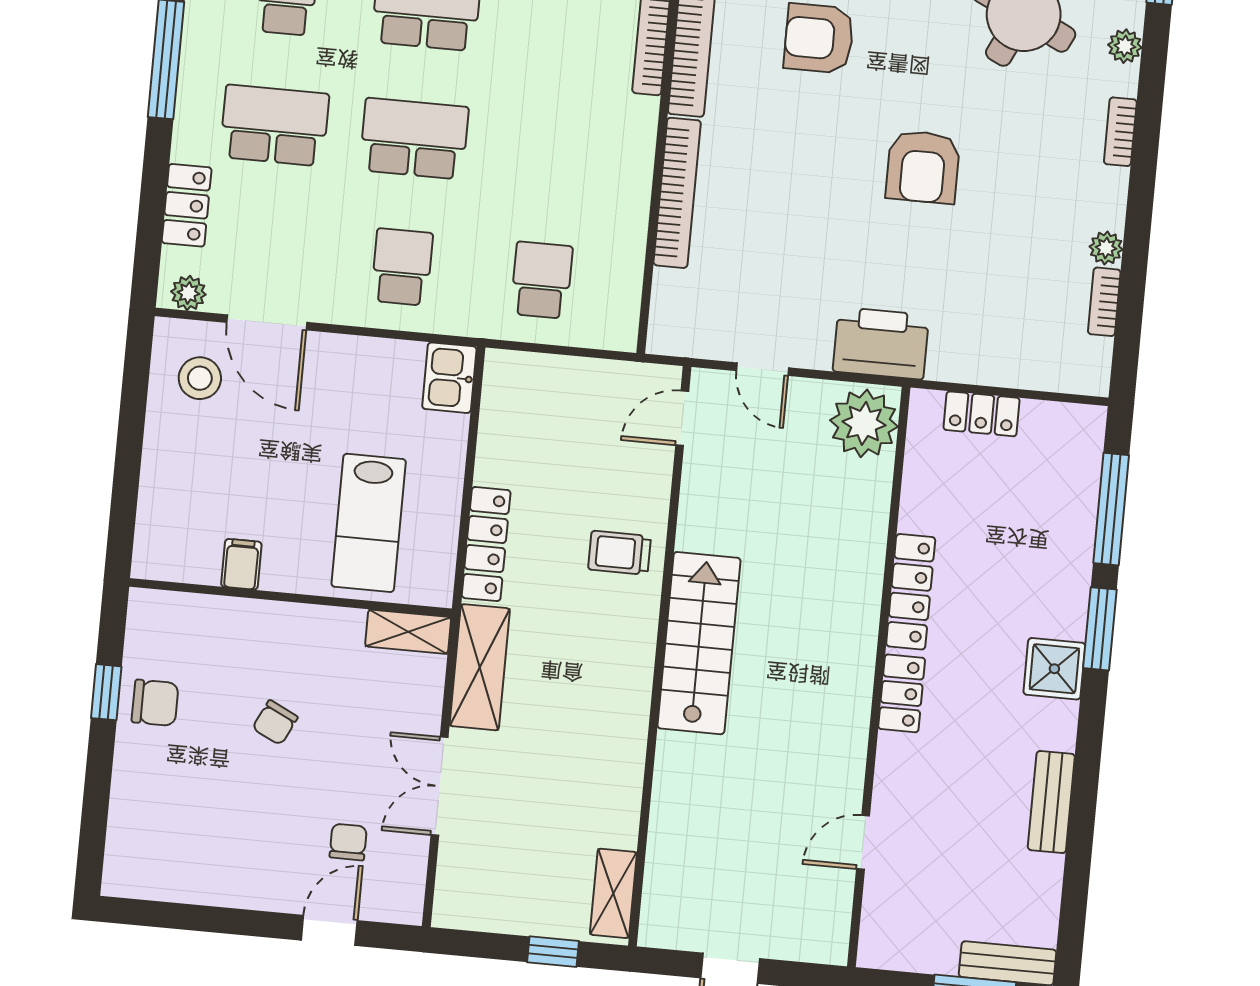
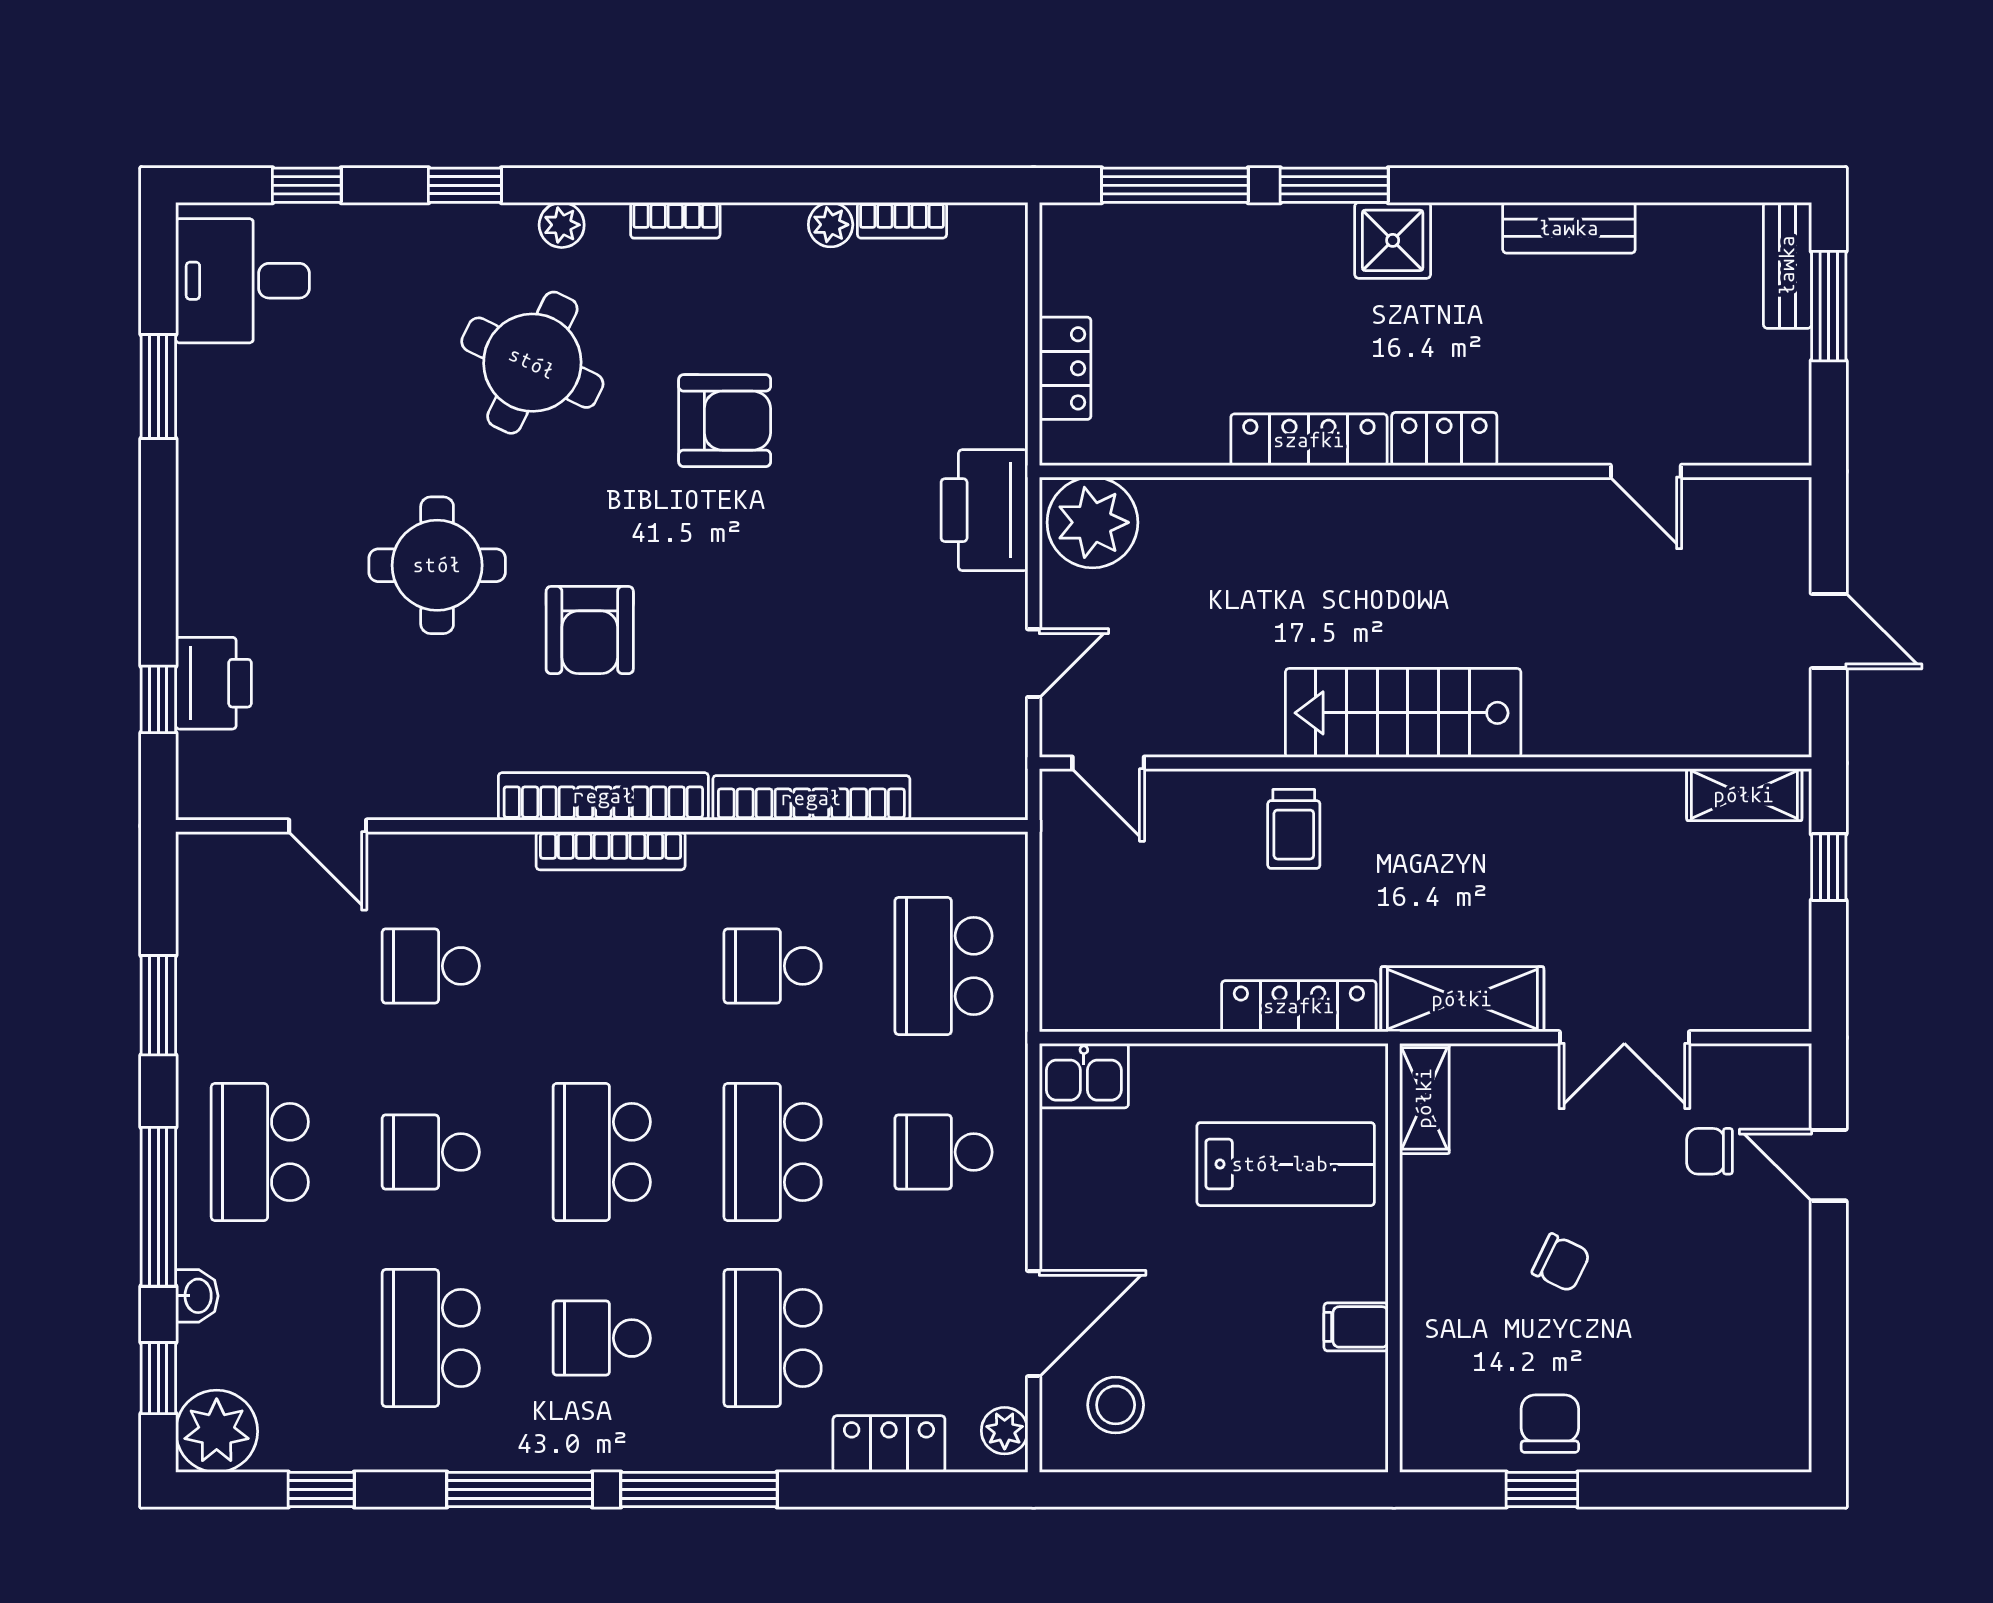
school desk: (554, 152) -> (773, 966), added
armchair: (923, 167) -> (725, 421), moved
school desk: (542, 280) -> (944, 966), width x1.85

